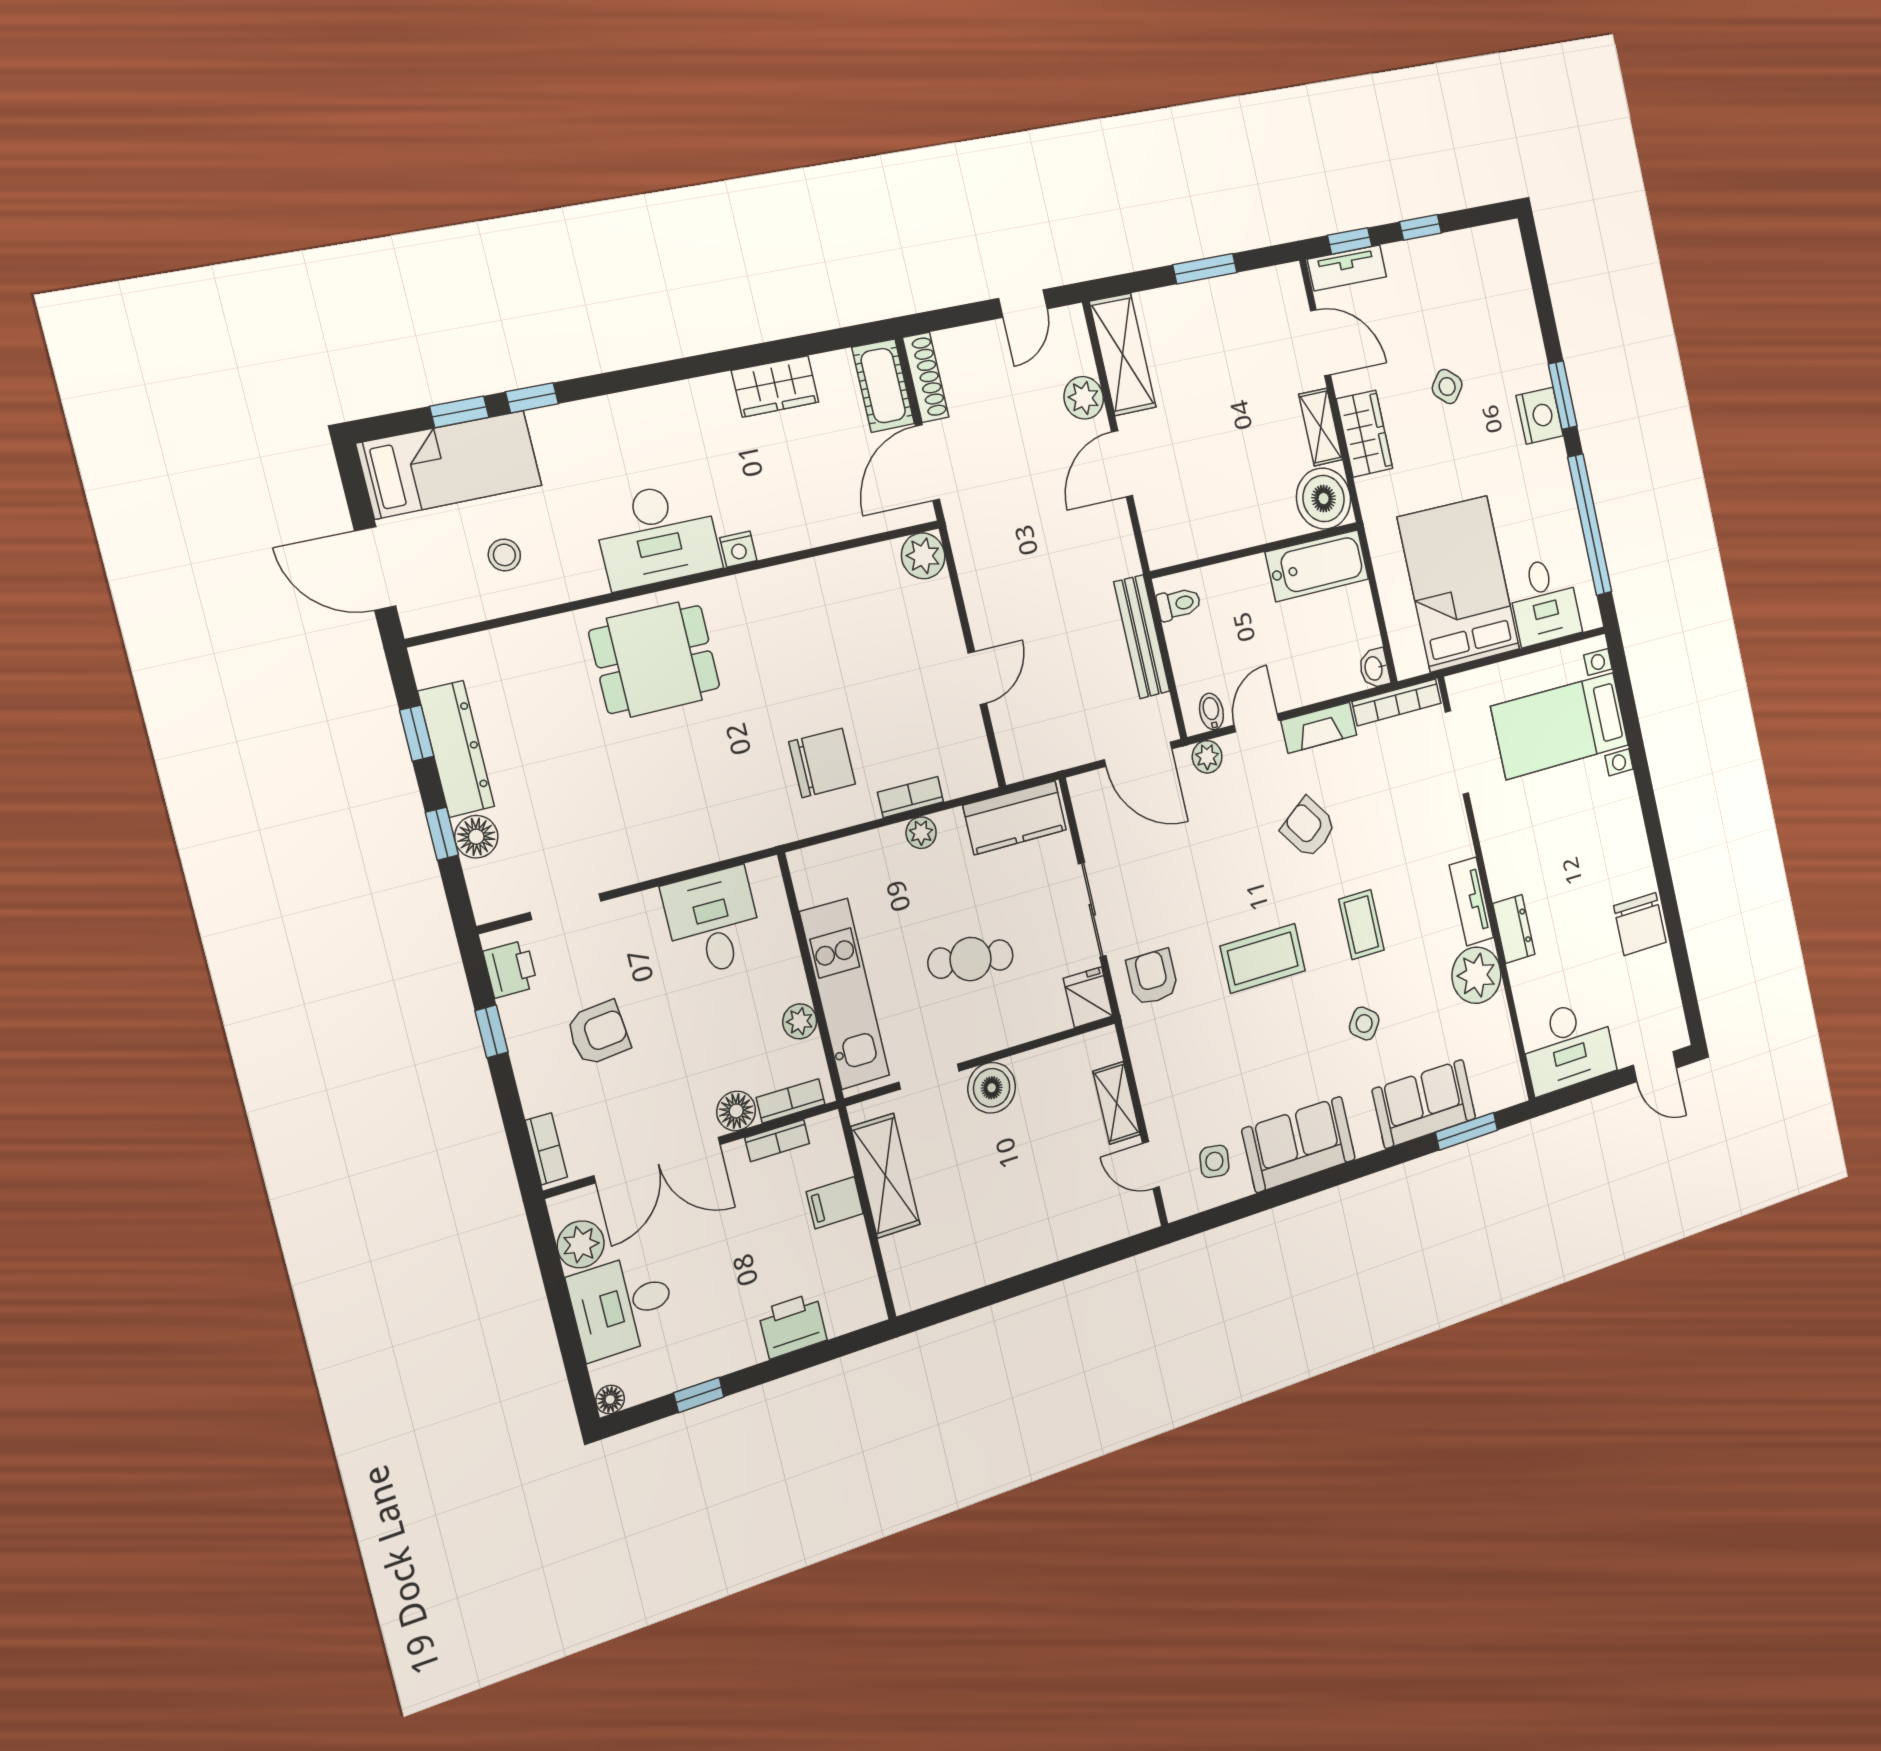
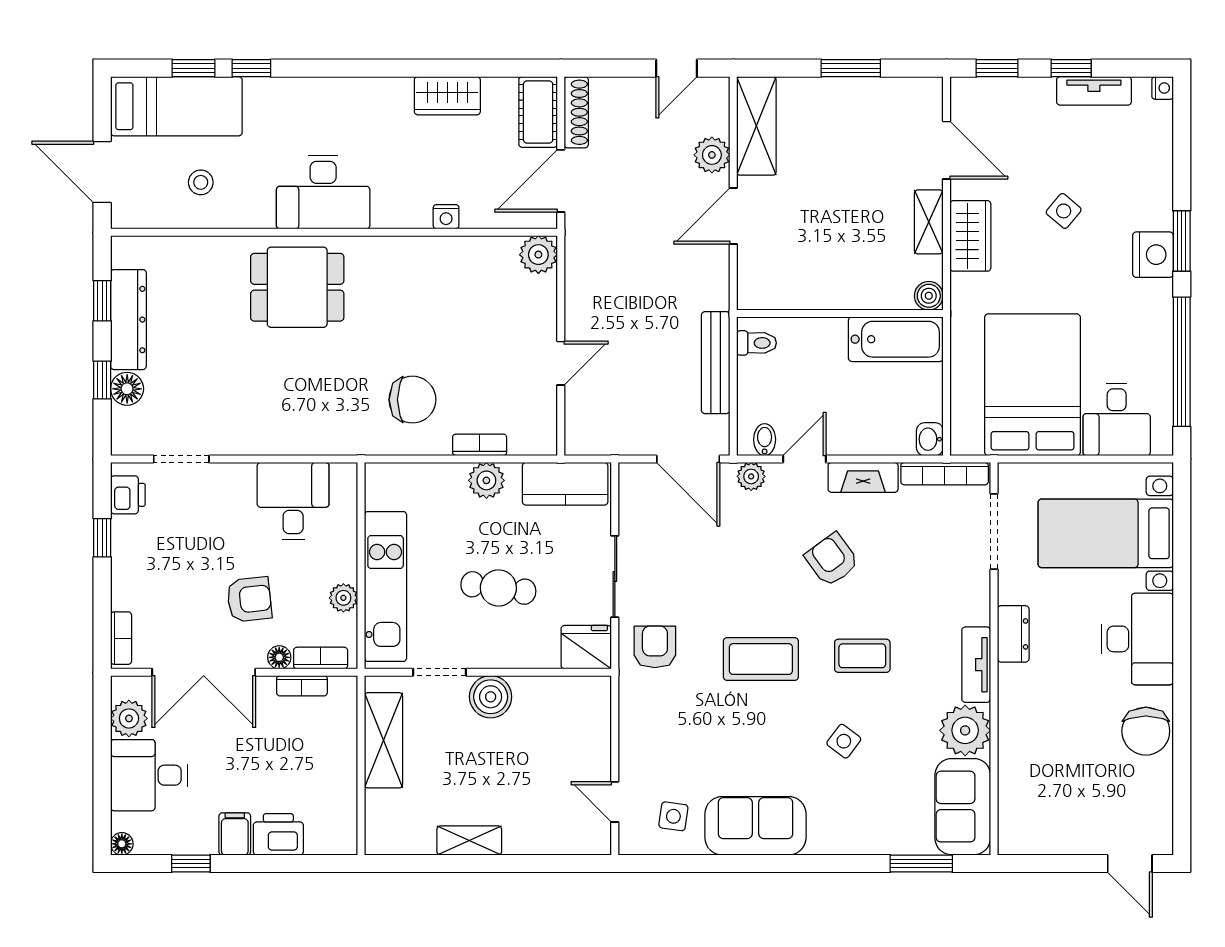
nightstand: (1510, 233) -> (1163, 88), added
tv unit: (1347, 268) -> (1094, 91), moved
boiler: (1324, 499) -> (929, 296), width x0.54, depth x0.54
nightstand: (738, 549) -> (446, 217), moved
plant: (921, 833) -> (486, 480), width x1.38, depth x1.38
coffee table: (1361, 925) -> (862, 656), turned 90
dresser: (1514, 929) -> (1013, 634), moved
fridge: (1088, 997) -> (586, 647), width x1.38
armchair: (598, 1033) -> (249, 599), moved
desk: (1568, 1046) -> (1137, 639), moved, turned -90
shelving: (1117, 1103) -> (469, 840), moved, turned 90
sofa: (1424, 1104) -> (963, 807), moved, turned -90
floor lamp: (736, 1111) -> (279, 657), width x0.73, depth x0.73
filing cabinet: (835, 1203) -> (235, 834), moved, turned 90

